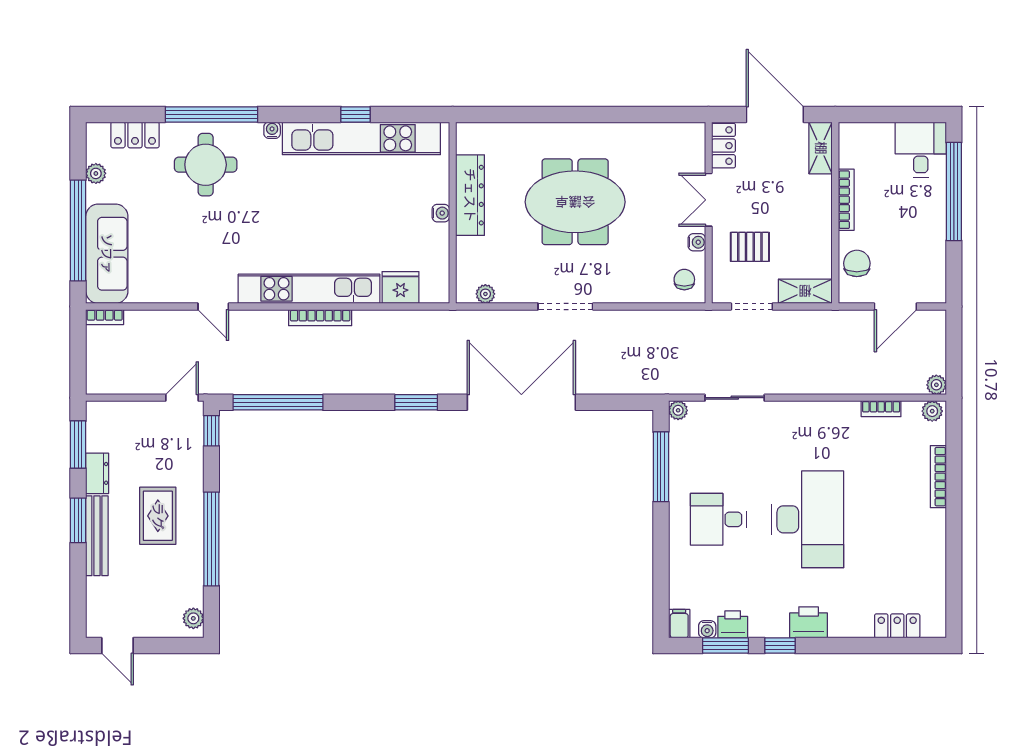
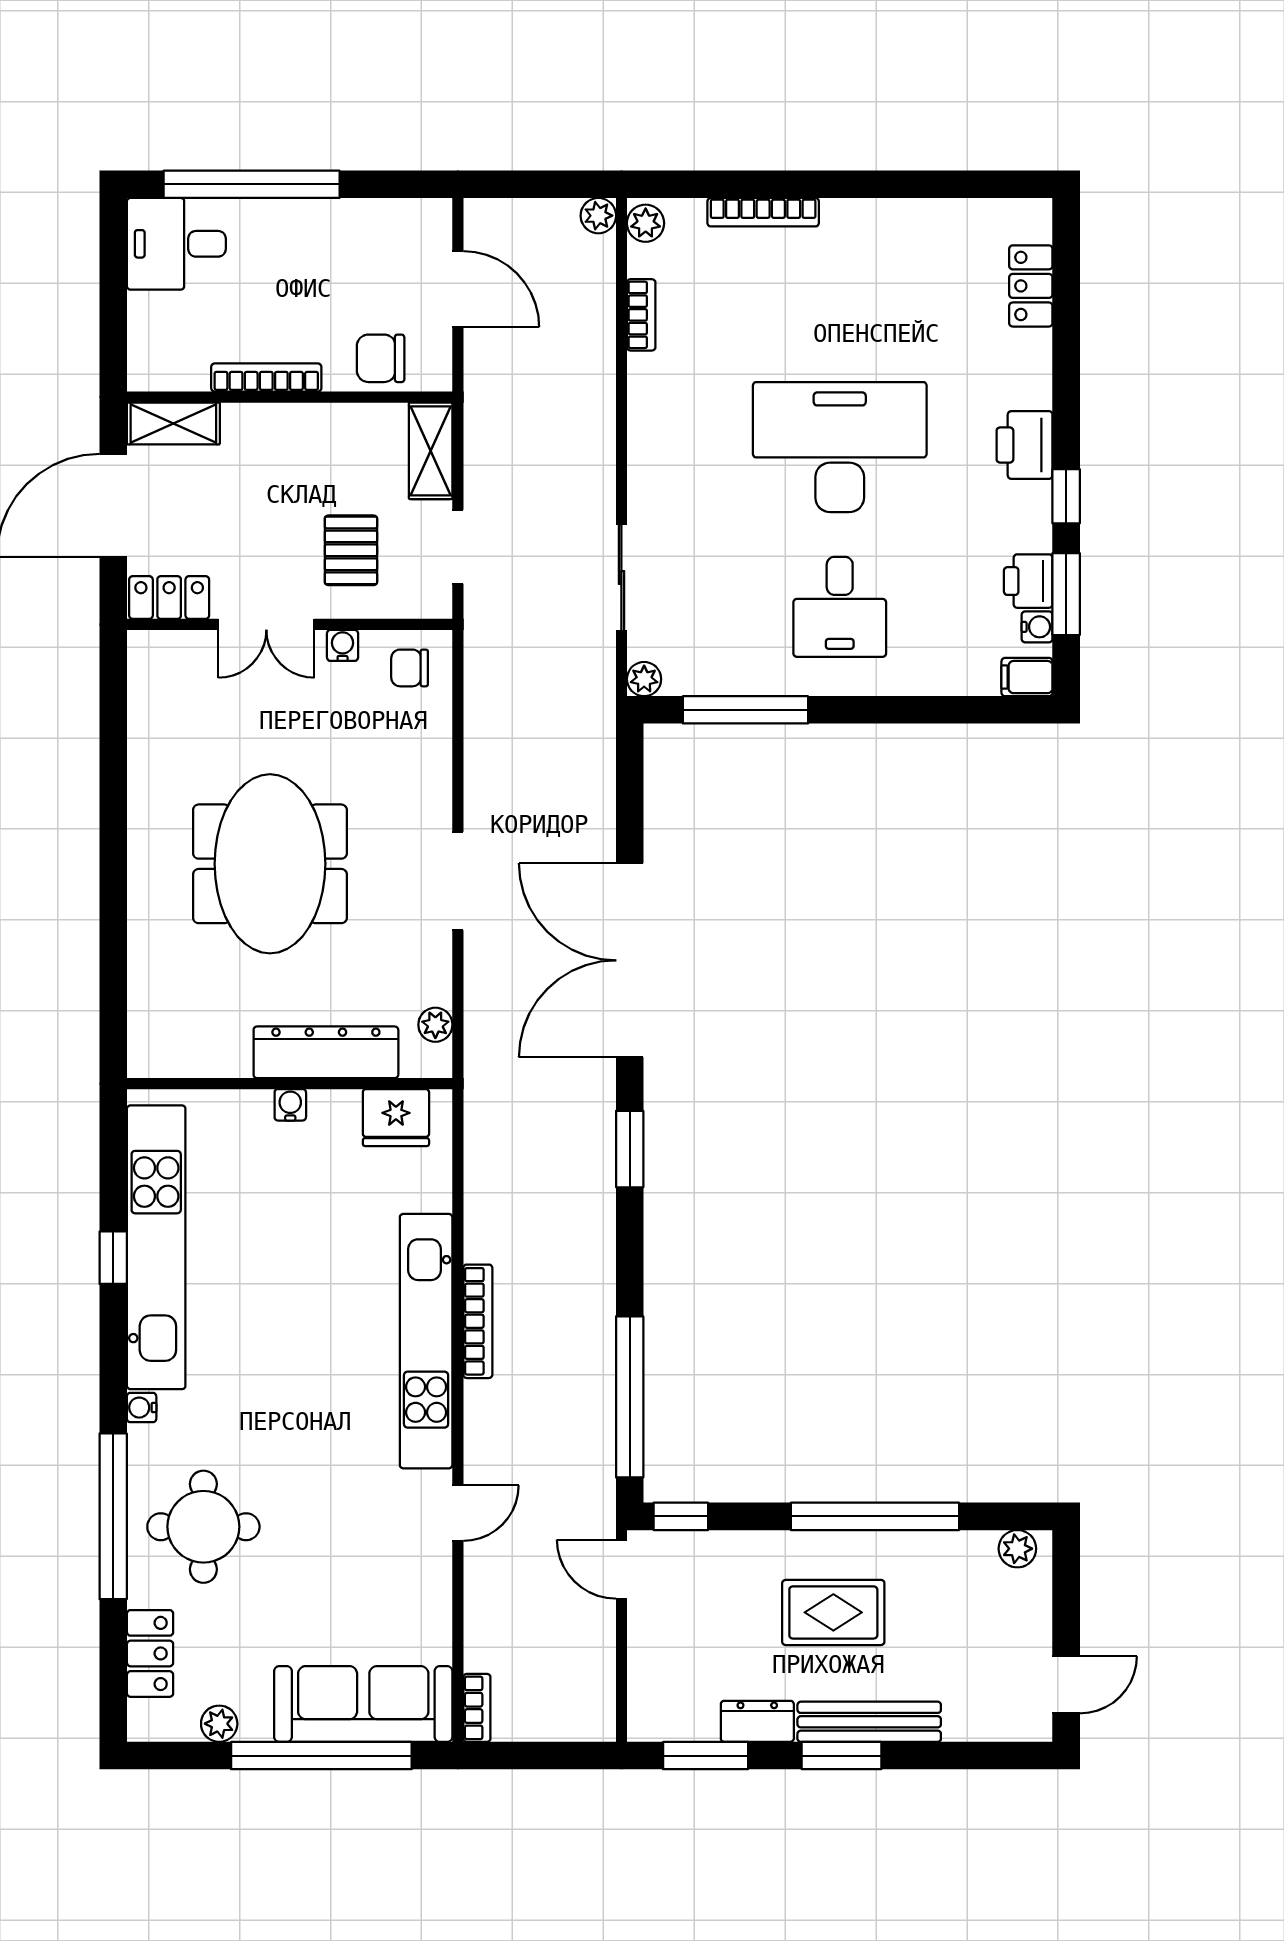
dresser: (470, 195) -> (326, 1052), moved
fridge: (400, 288) -> (396, 1118), moved, turned -90

